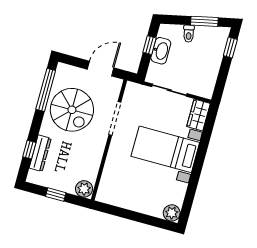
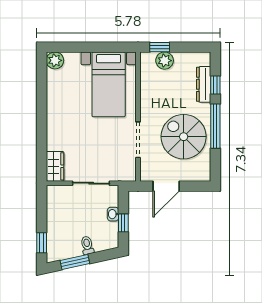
washbasin: (161, 51) -> (113, 214), width x0.52, depth x0.69
window: (46, 90) -> (215, 126), moved
bed with nightstands: (165, 149) -> (109, 84), moved, turned 90
plant: (84, 189) -> (165, 61), moved
window: (56, 195) -> (160, 47), moved

